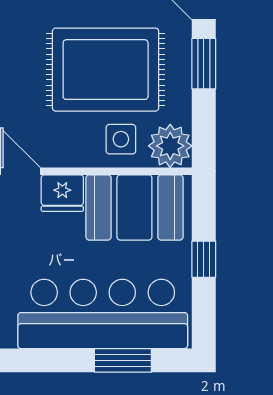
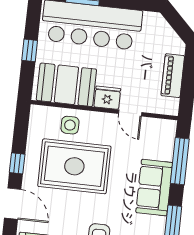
window: (204, 64) -> (17, 163), width x0.67
plant: (170, 146) -> (42, 118), removed

